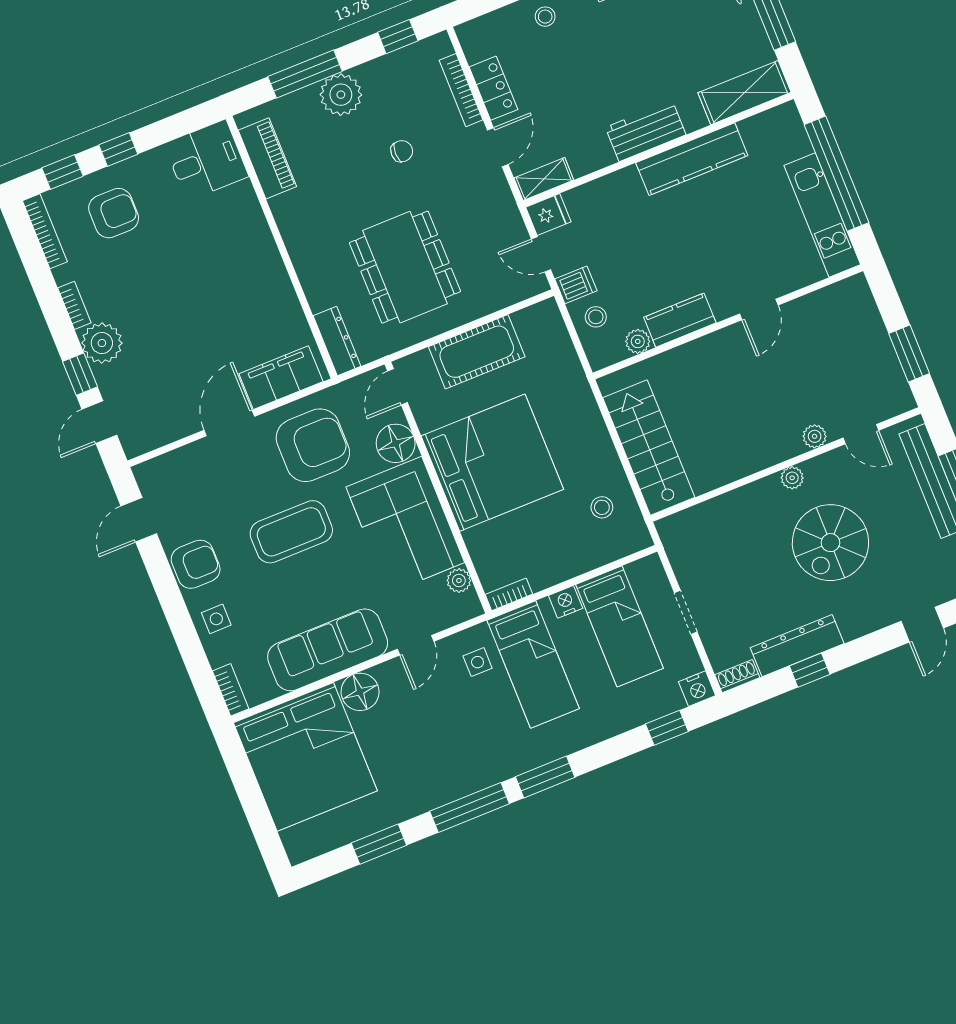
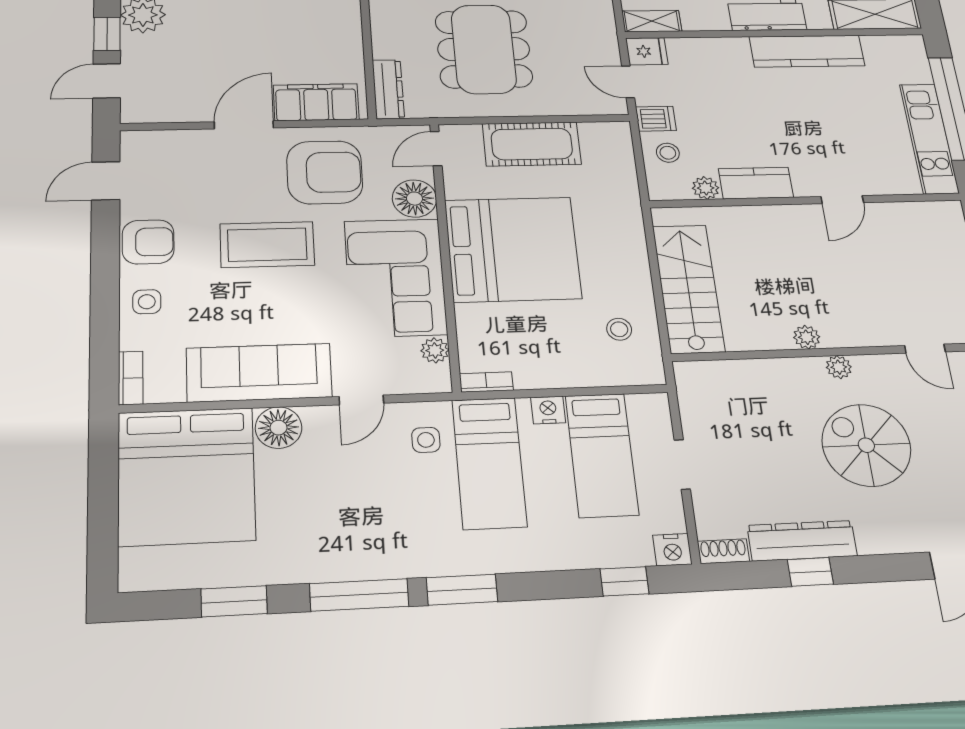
plant: (815, 436) -> (807, 337), moved
spiral stairs: (830, 543) -> (866, 445), turned 90

